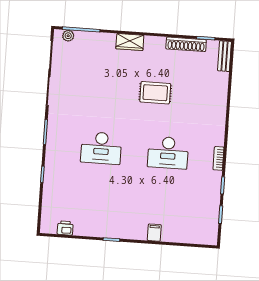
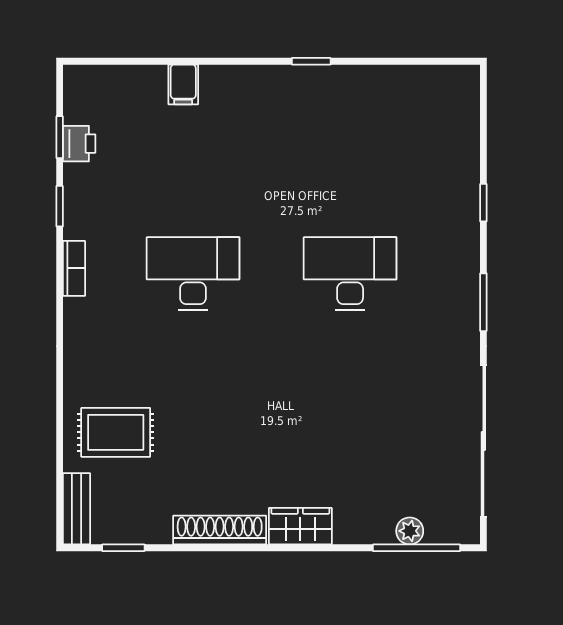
plant: (68, 36) -> (410, 531), moved
shoe rack: (186, 44) -> (220, 530), moved
rug: (155, 93) -> (116, 432), moved
printer: (65, 228) -> (79, 144), moved, turned -90
filing cabinet: (154, 233) -> (183, 84), moved

